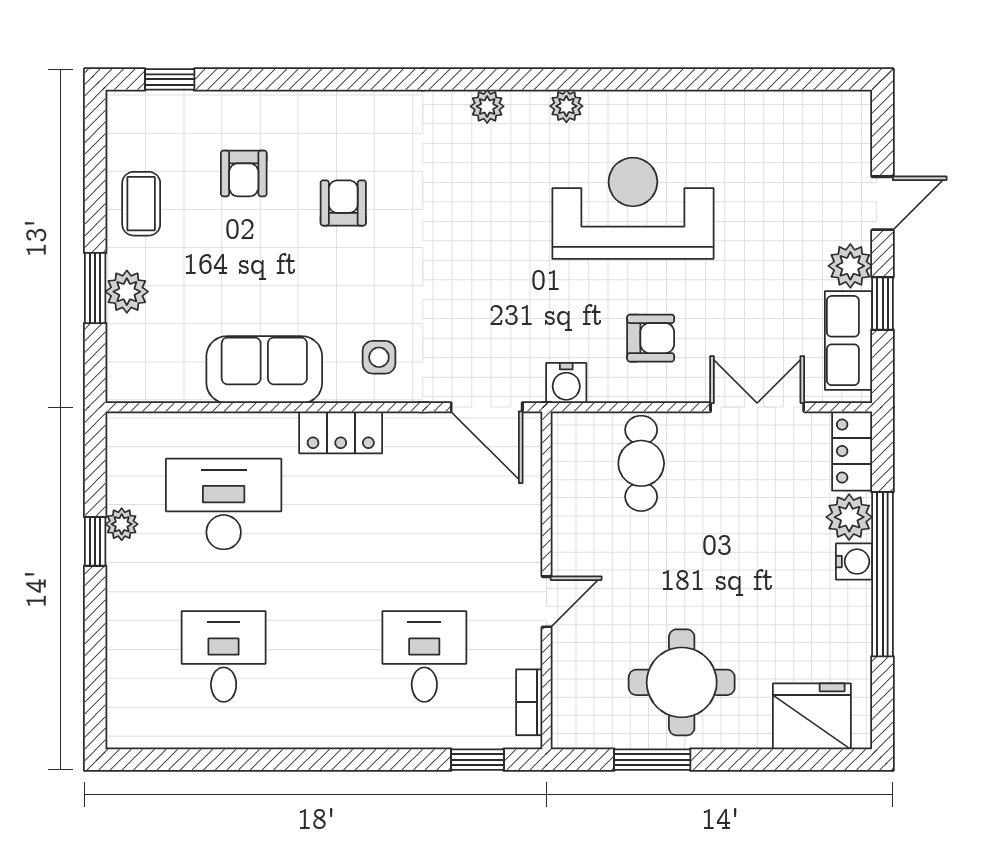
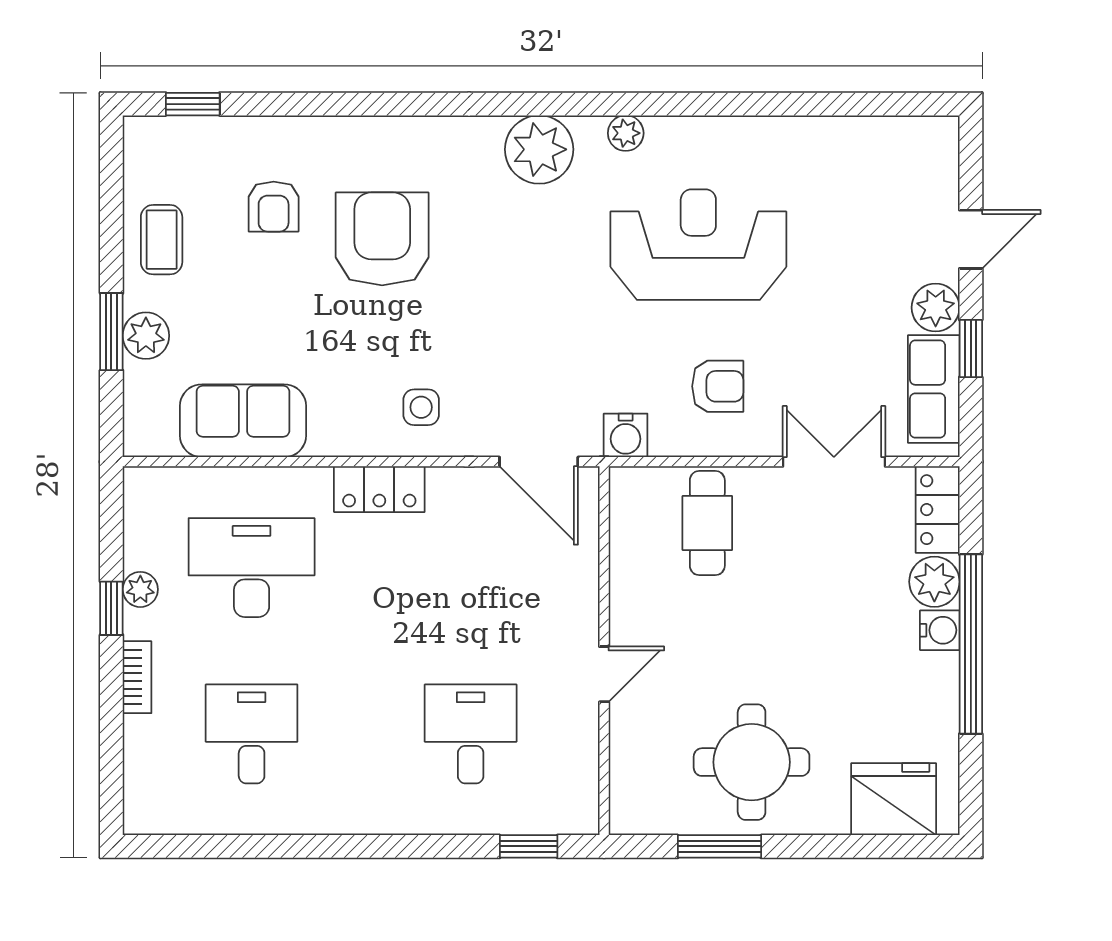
plant: (487, 106) -> (539, 149), width x1.87, depth x1.87
armchair: (343, 203) -> (382, 239), width x1.88, depth x1.88
sofa: (264, 370) -> (243, 421), moved
bookcase: (529, 702) -> (137, 677), moved, turned 180

